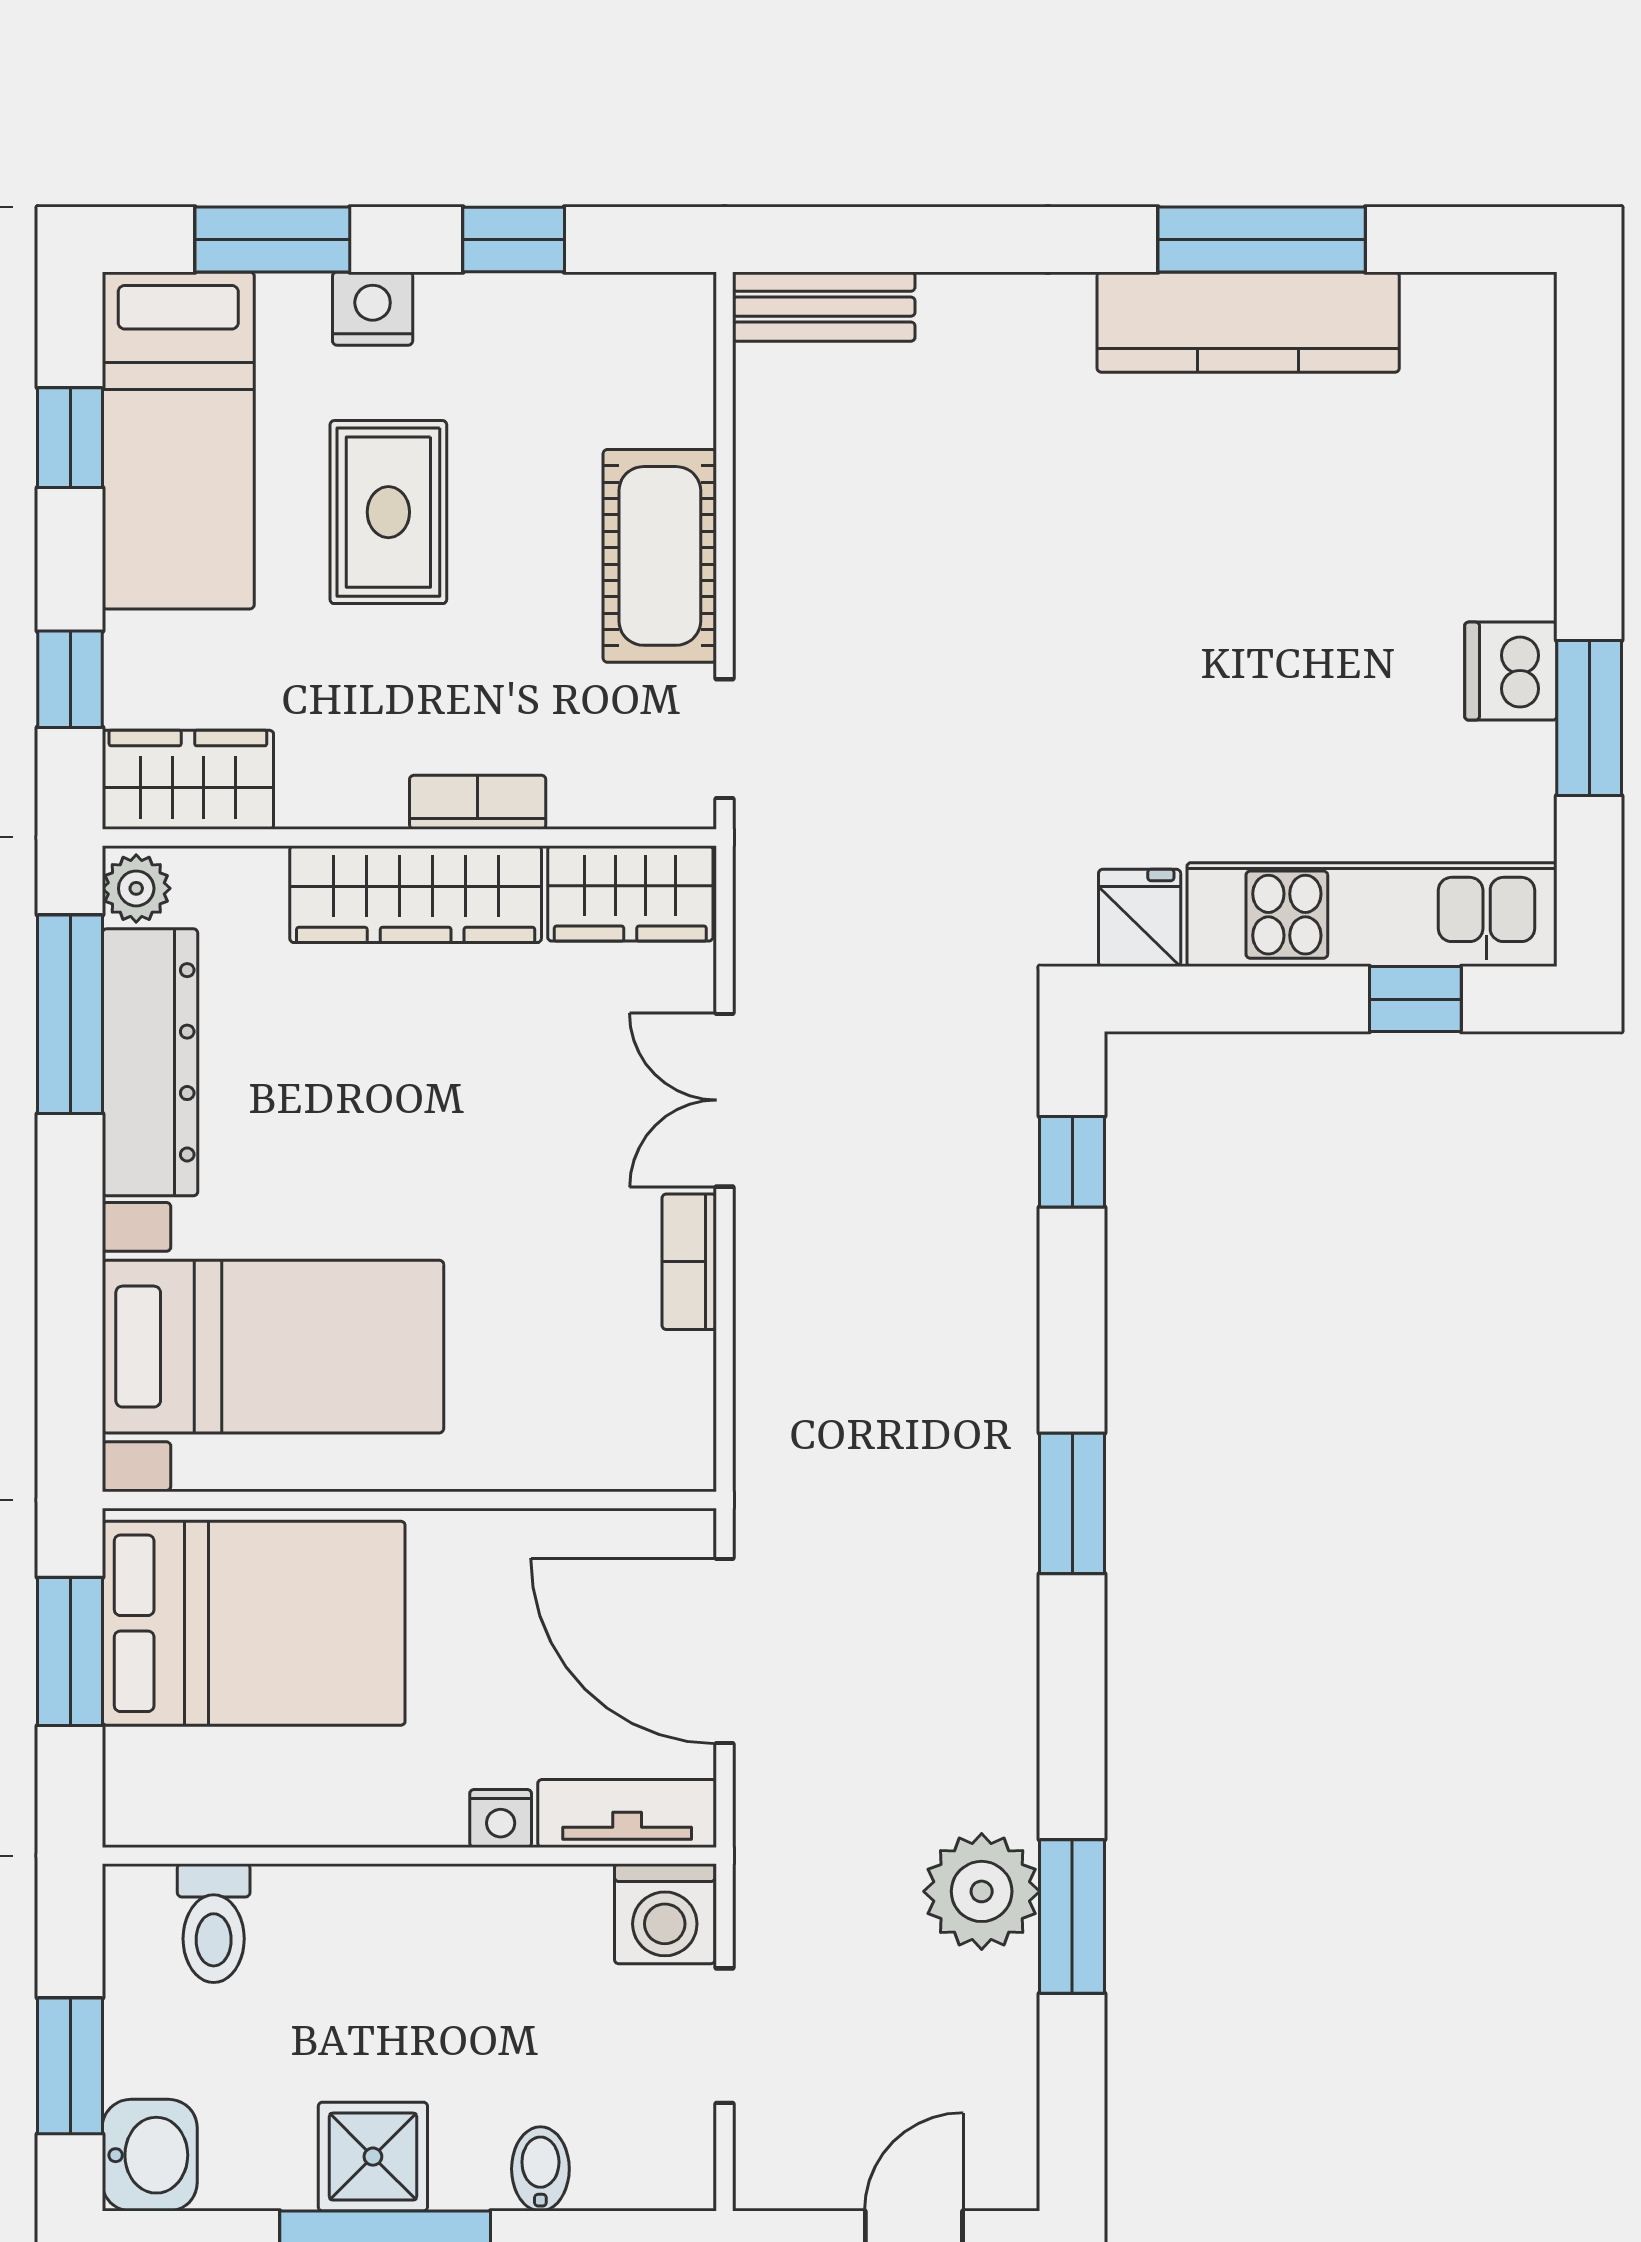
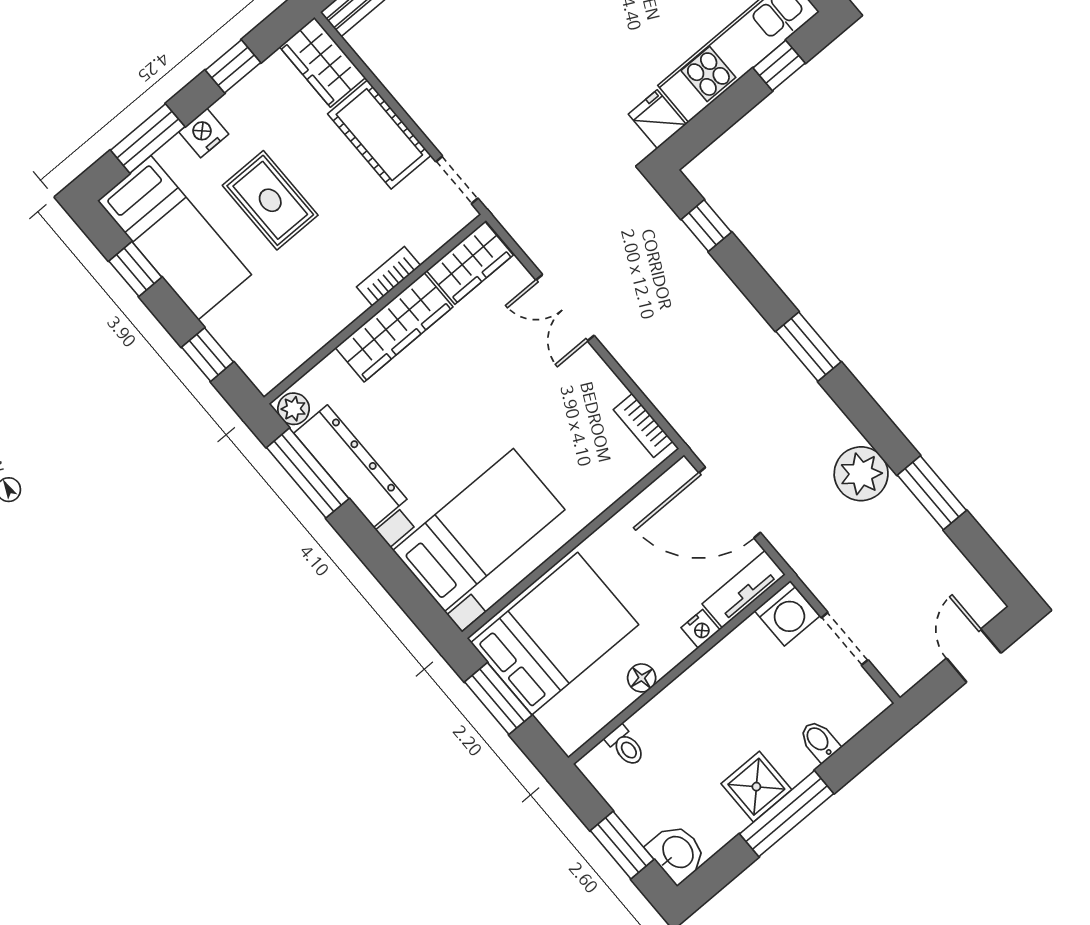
wardrobe: (188, 780) -> (322, 62), moved, turned -90
bookcase: (689, 1262) -> (643, 425), moved
floor lamp: (335, 1817) -> (642, 678), added
plant: (982, 1891) -> (861, 474), moved
toilet: (214, 1923) -> (625, 746), width x0.73, depth x0.72

